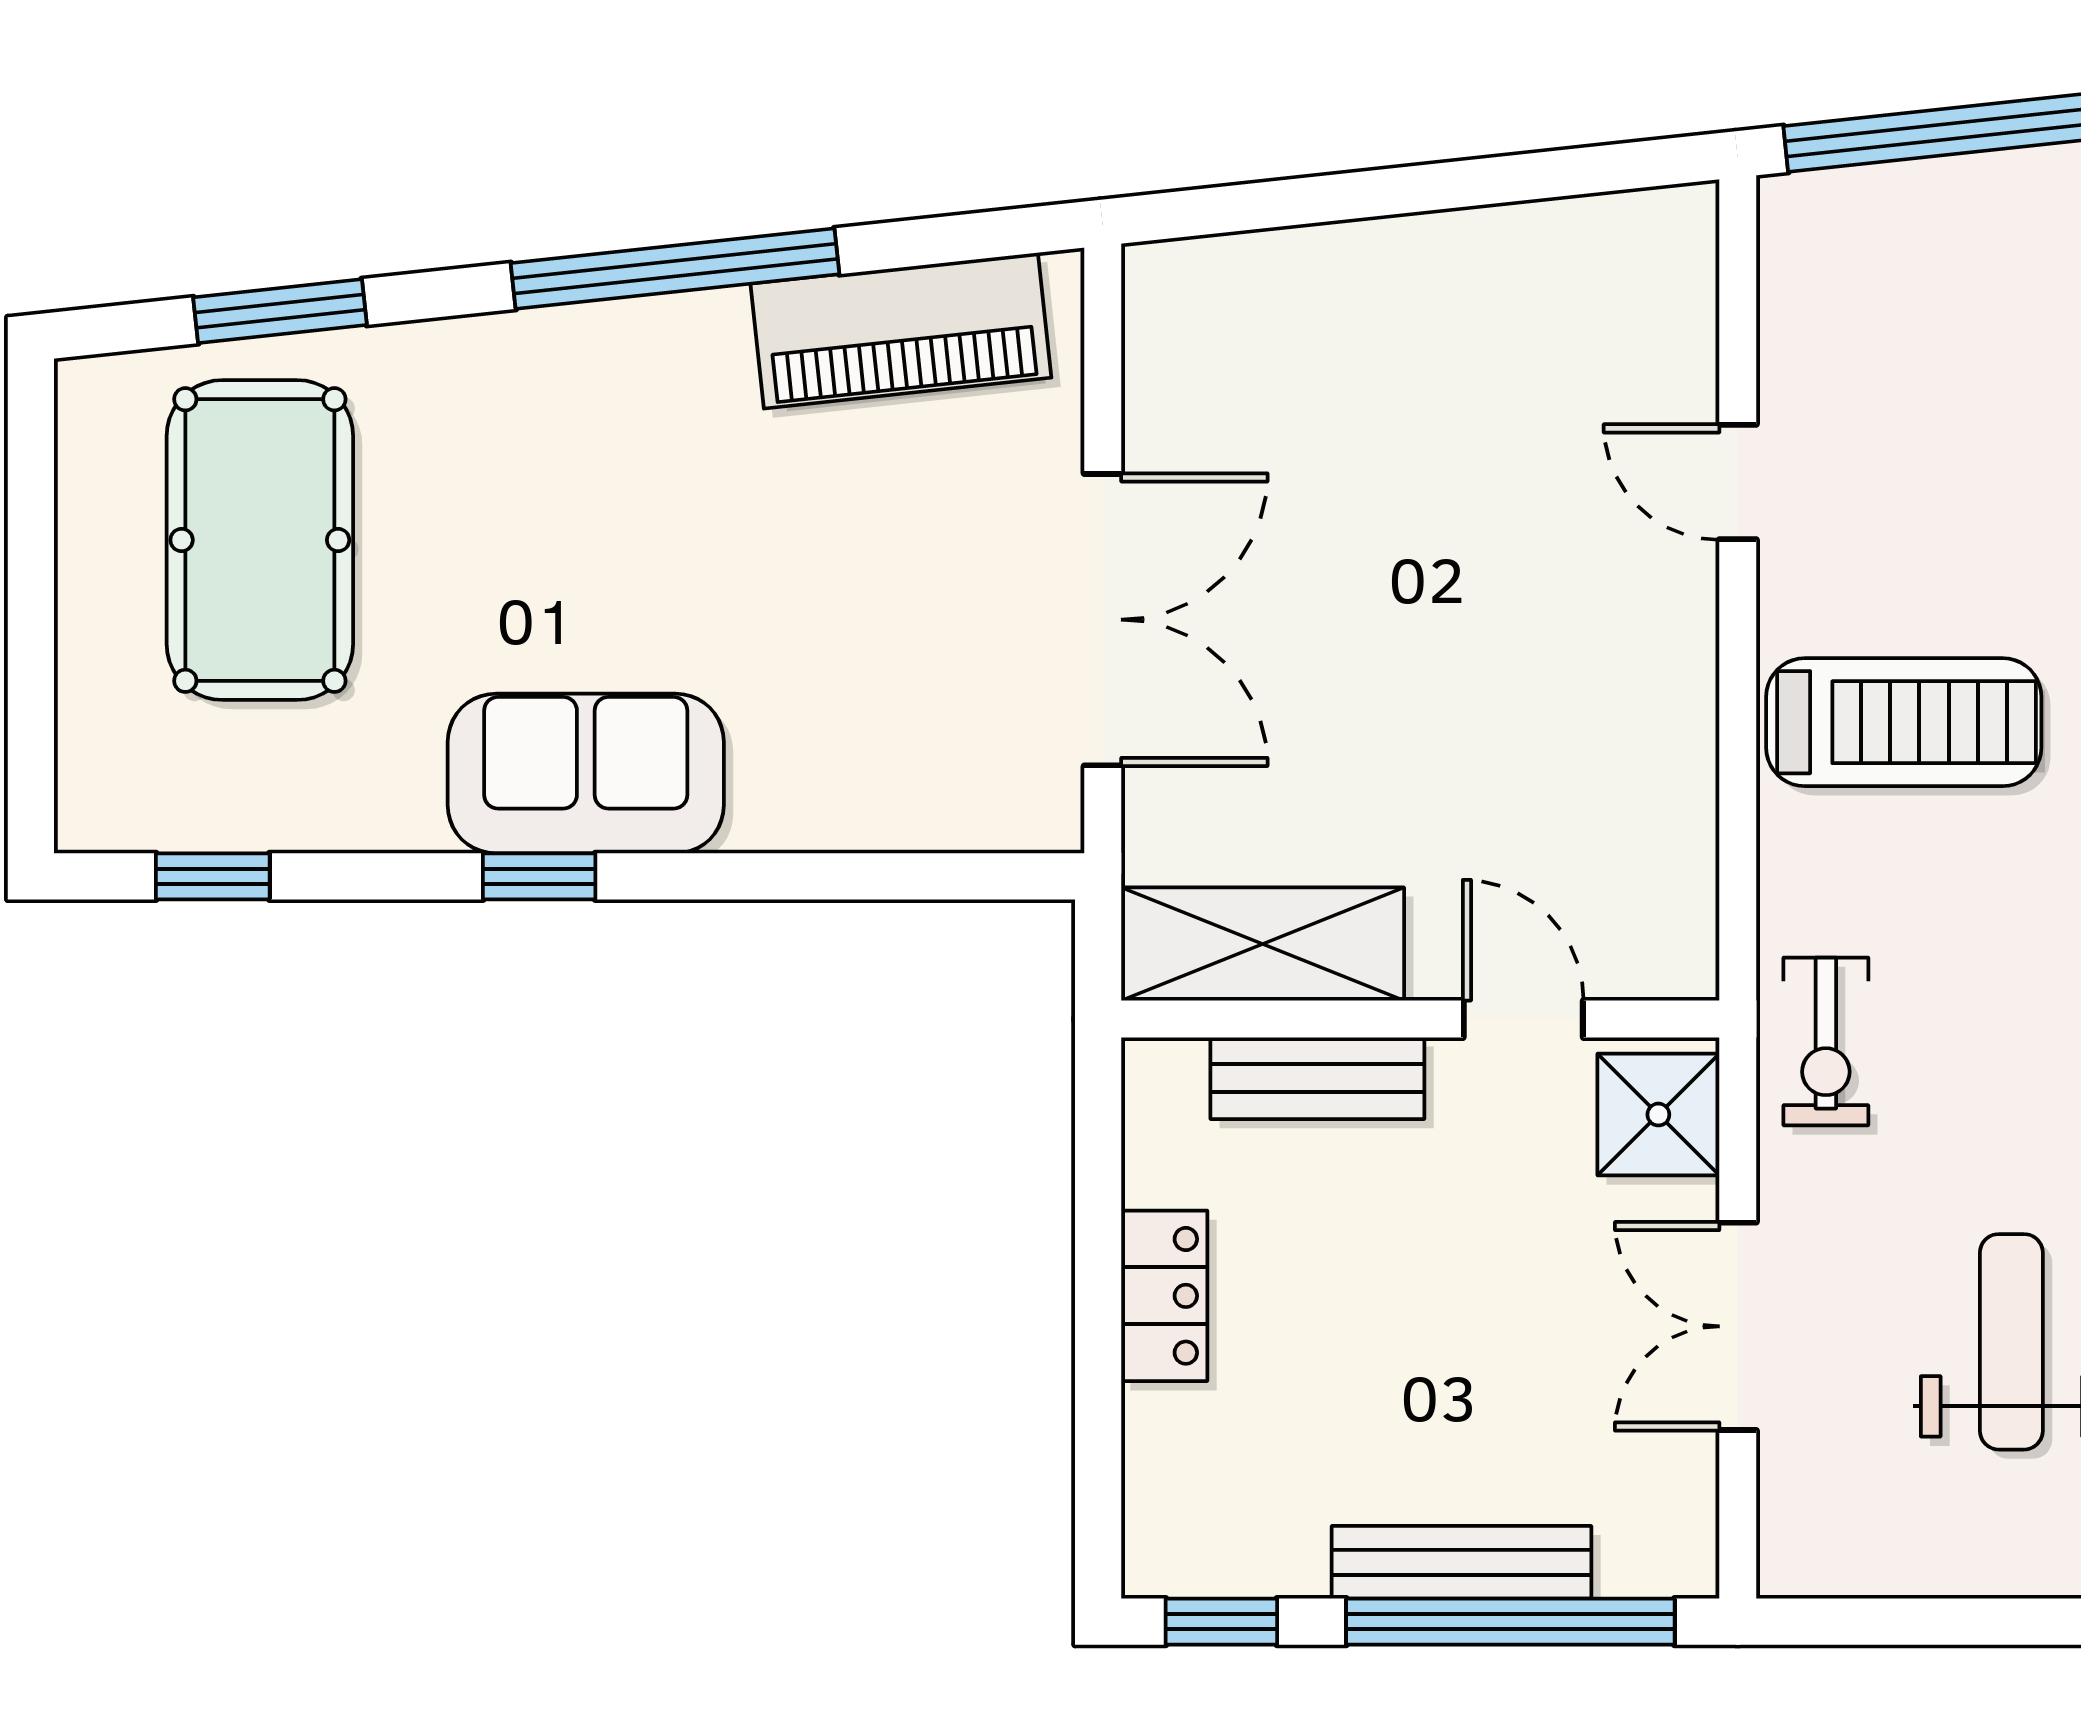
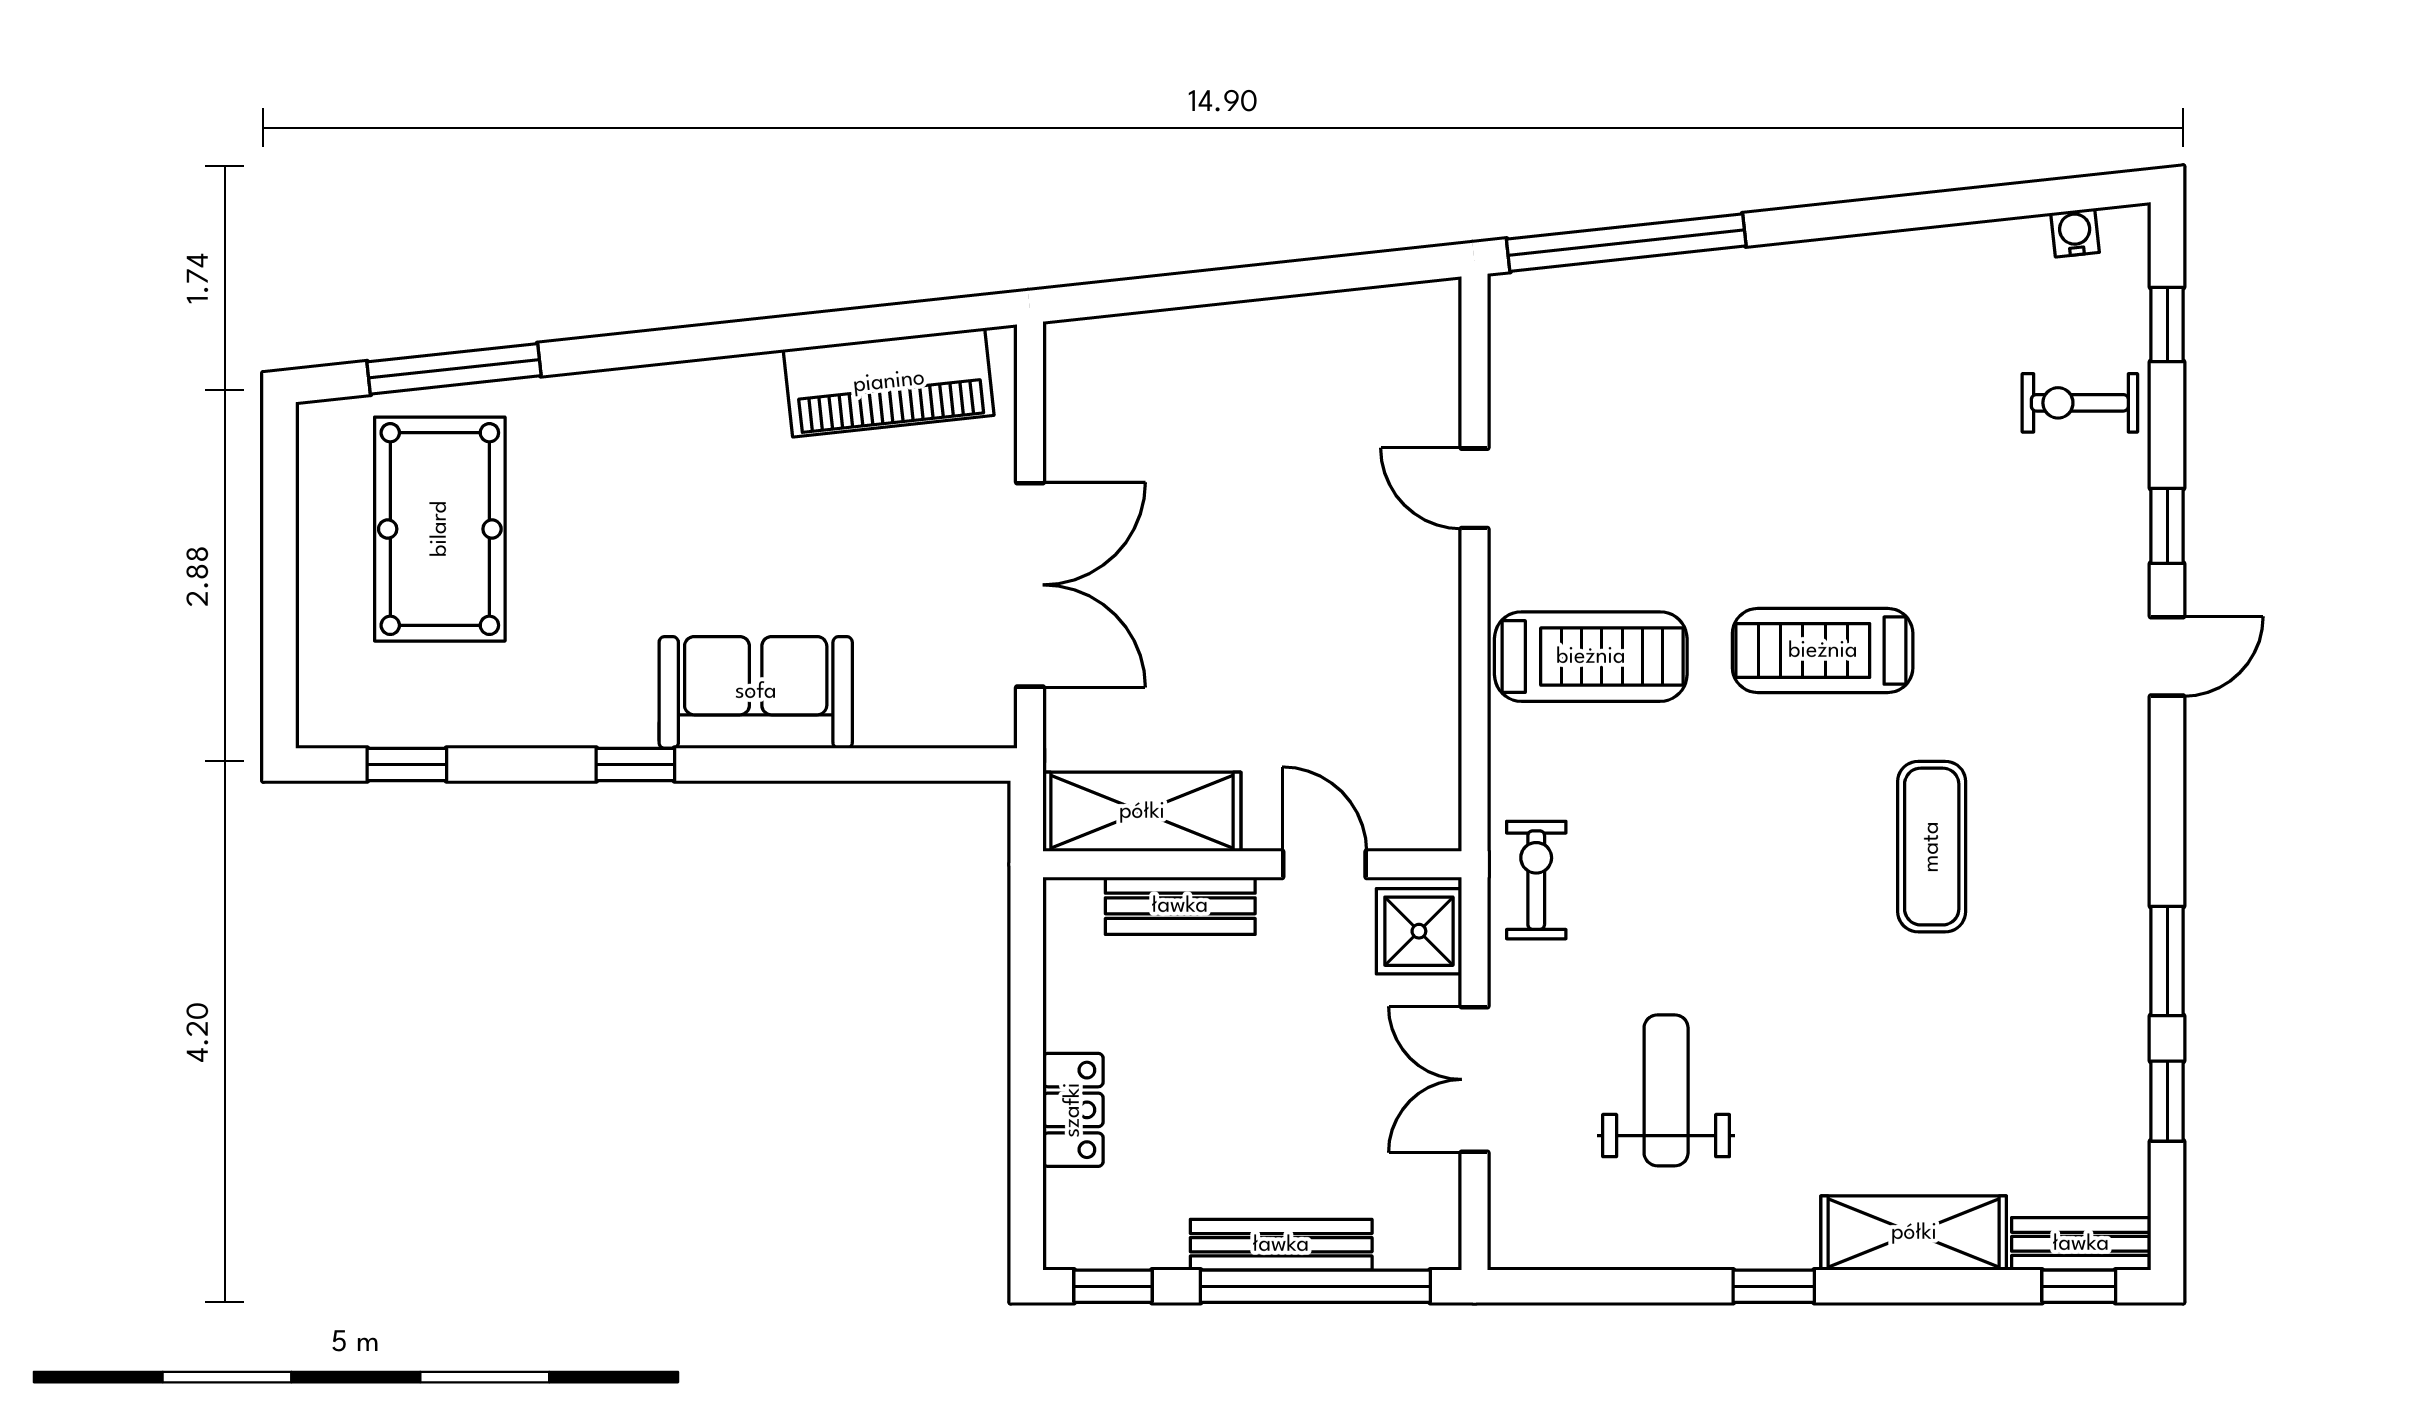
window: (675, 269) -> (731, 339), removed
window: (280, 311) -> (454, 369), width x1.44
sofa: (586, 774) -> (756, 692), moved
exercise bike: (1826, 1041) -> (1536, 880), turned 180
locker: (1164, 1296) -> (1073, 1110), moved

